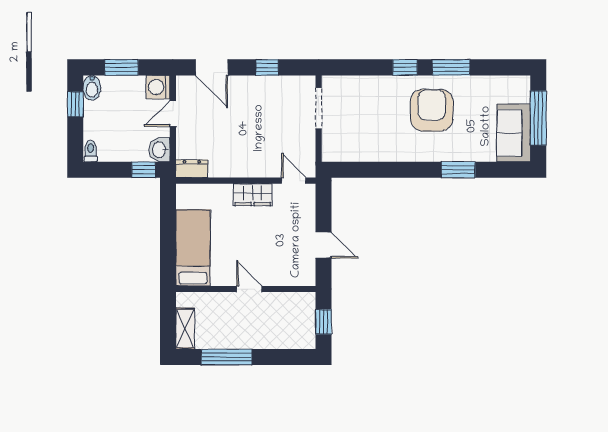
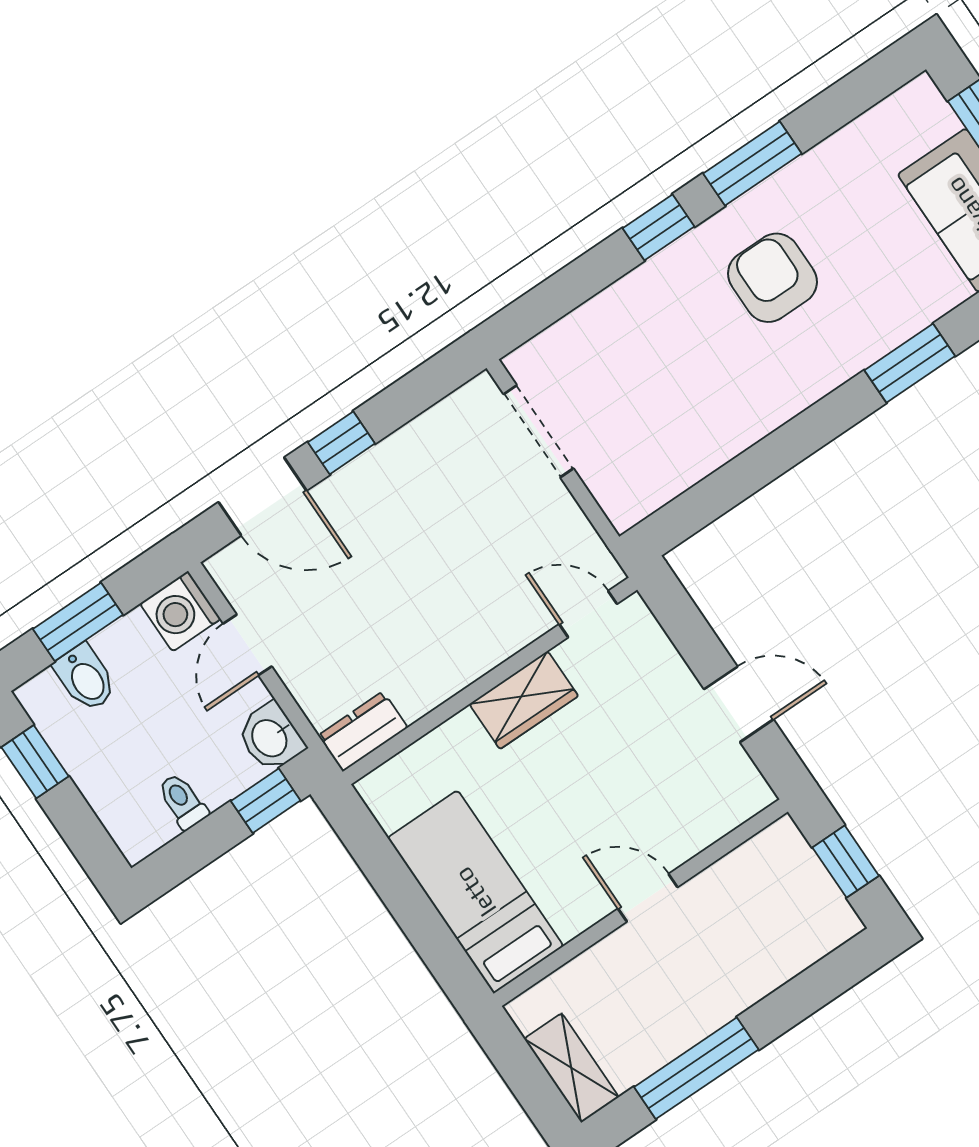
window: (267, 67) -> (341, 443), moved
bidet: (92, 88) -> (85, 678), moved
armchair: (432, 110) -> (772, 278), width x0.73, depth x0.73
toilet: (91, 151) -> (183, 801), moved

